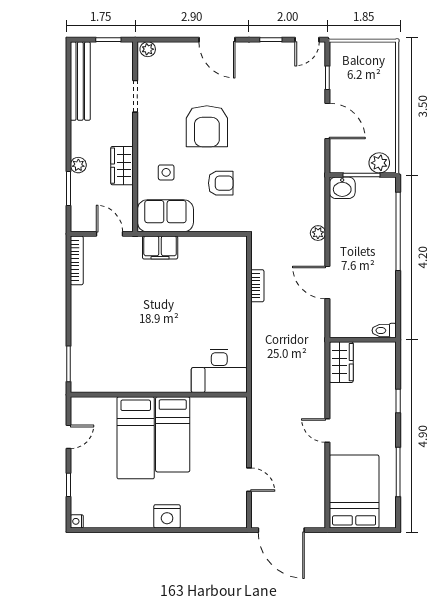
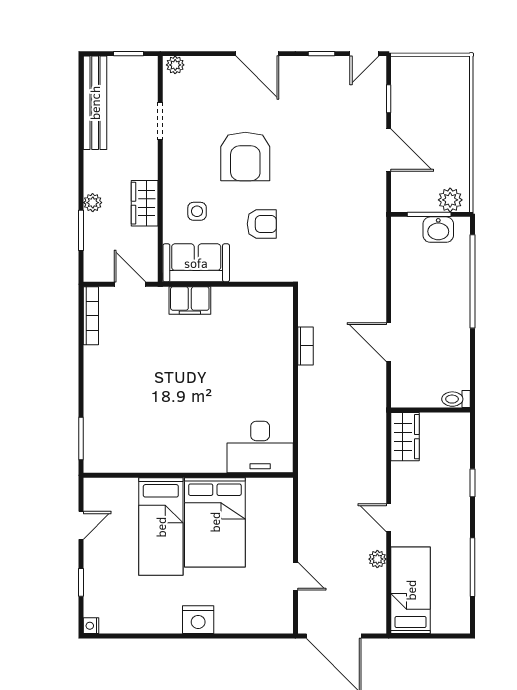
washbasin: (342, 188) -> (438, 230), moved
plant: (318, 233) -> (377, 559), moved
bed: (173, 434) -> (215, 522), width x1.50
bed: (354, 491) -> (411, 590), width x0.67

